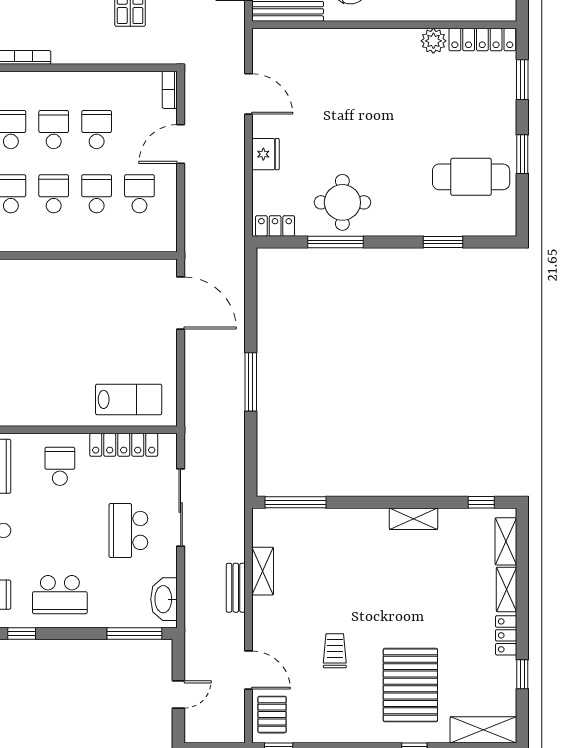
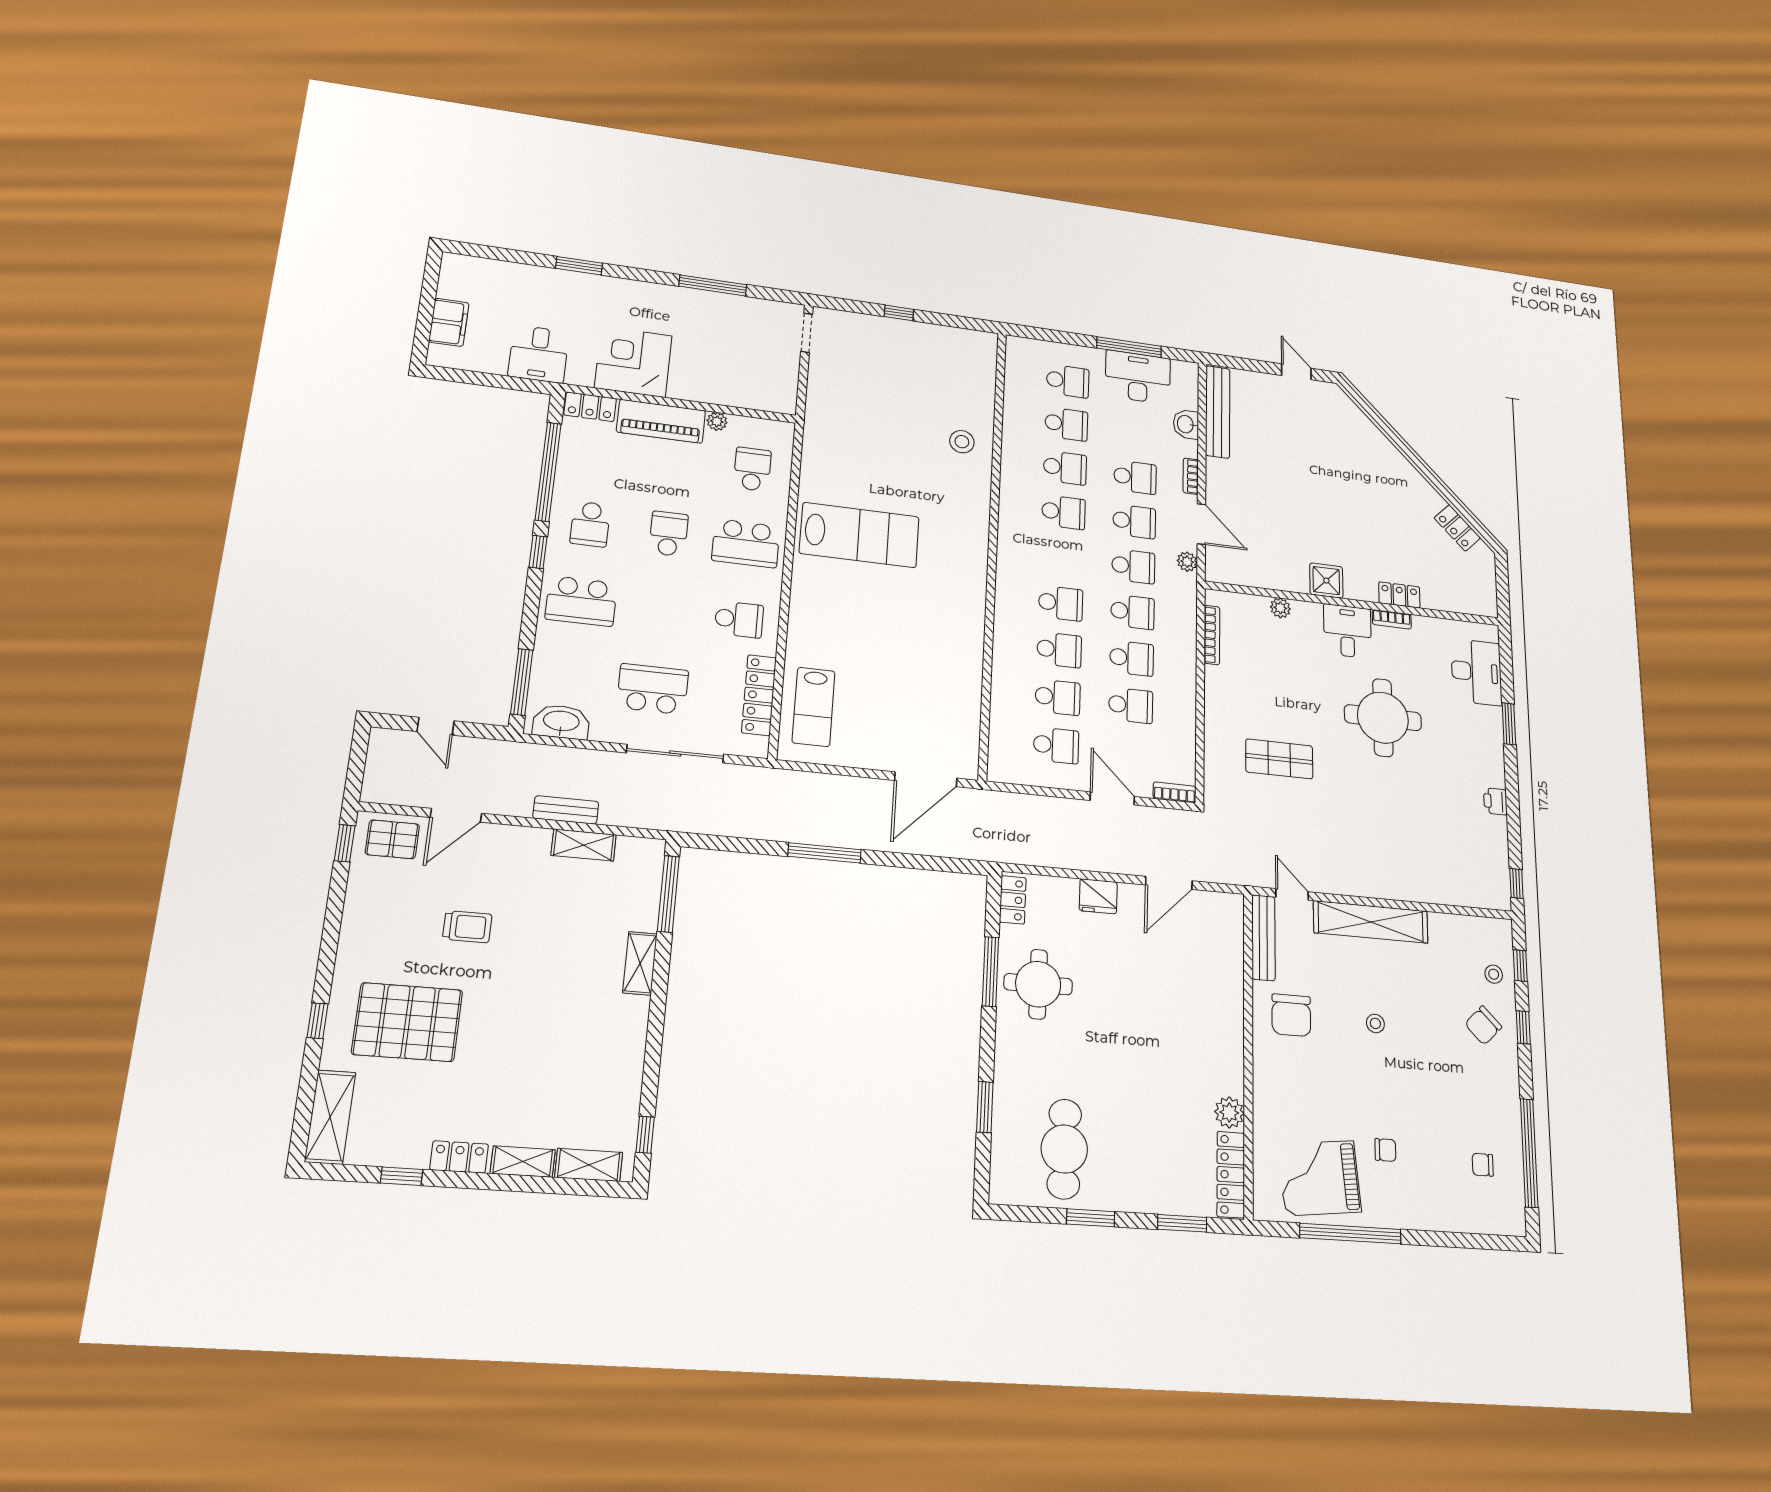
shelving: (414, 519) -> (640, 963), moved
school desk: (60, 595) -> (581, 601), turned -90

